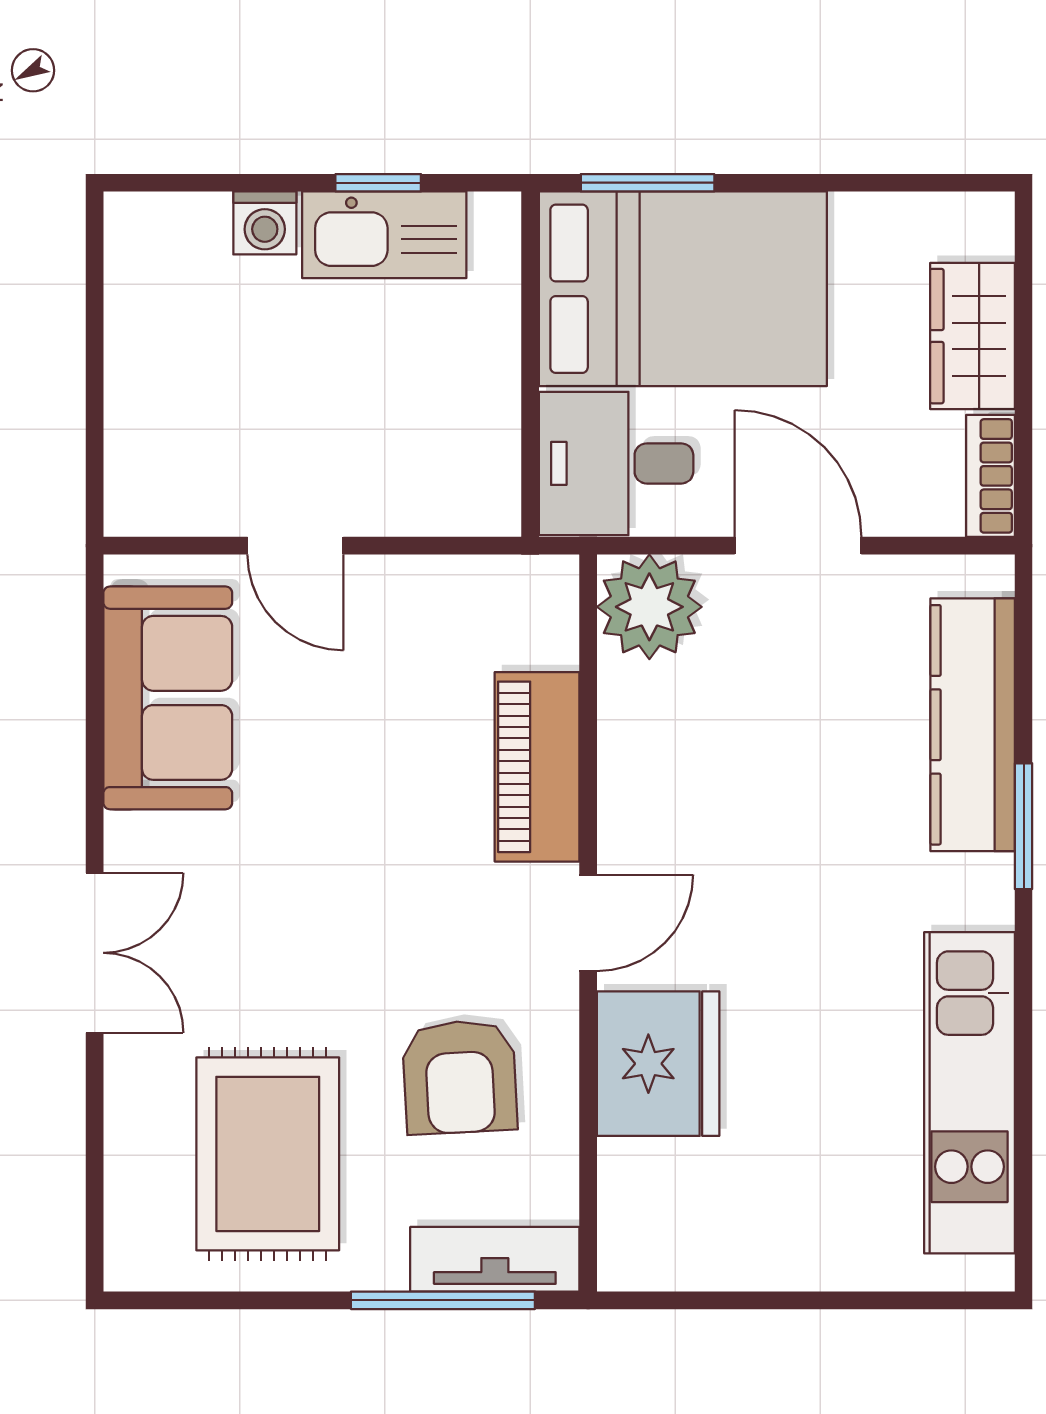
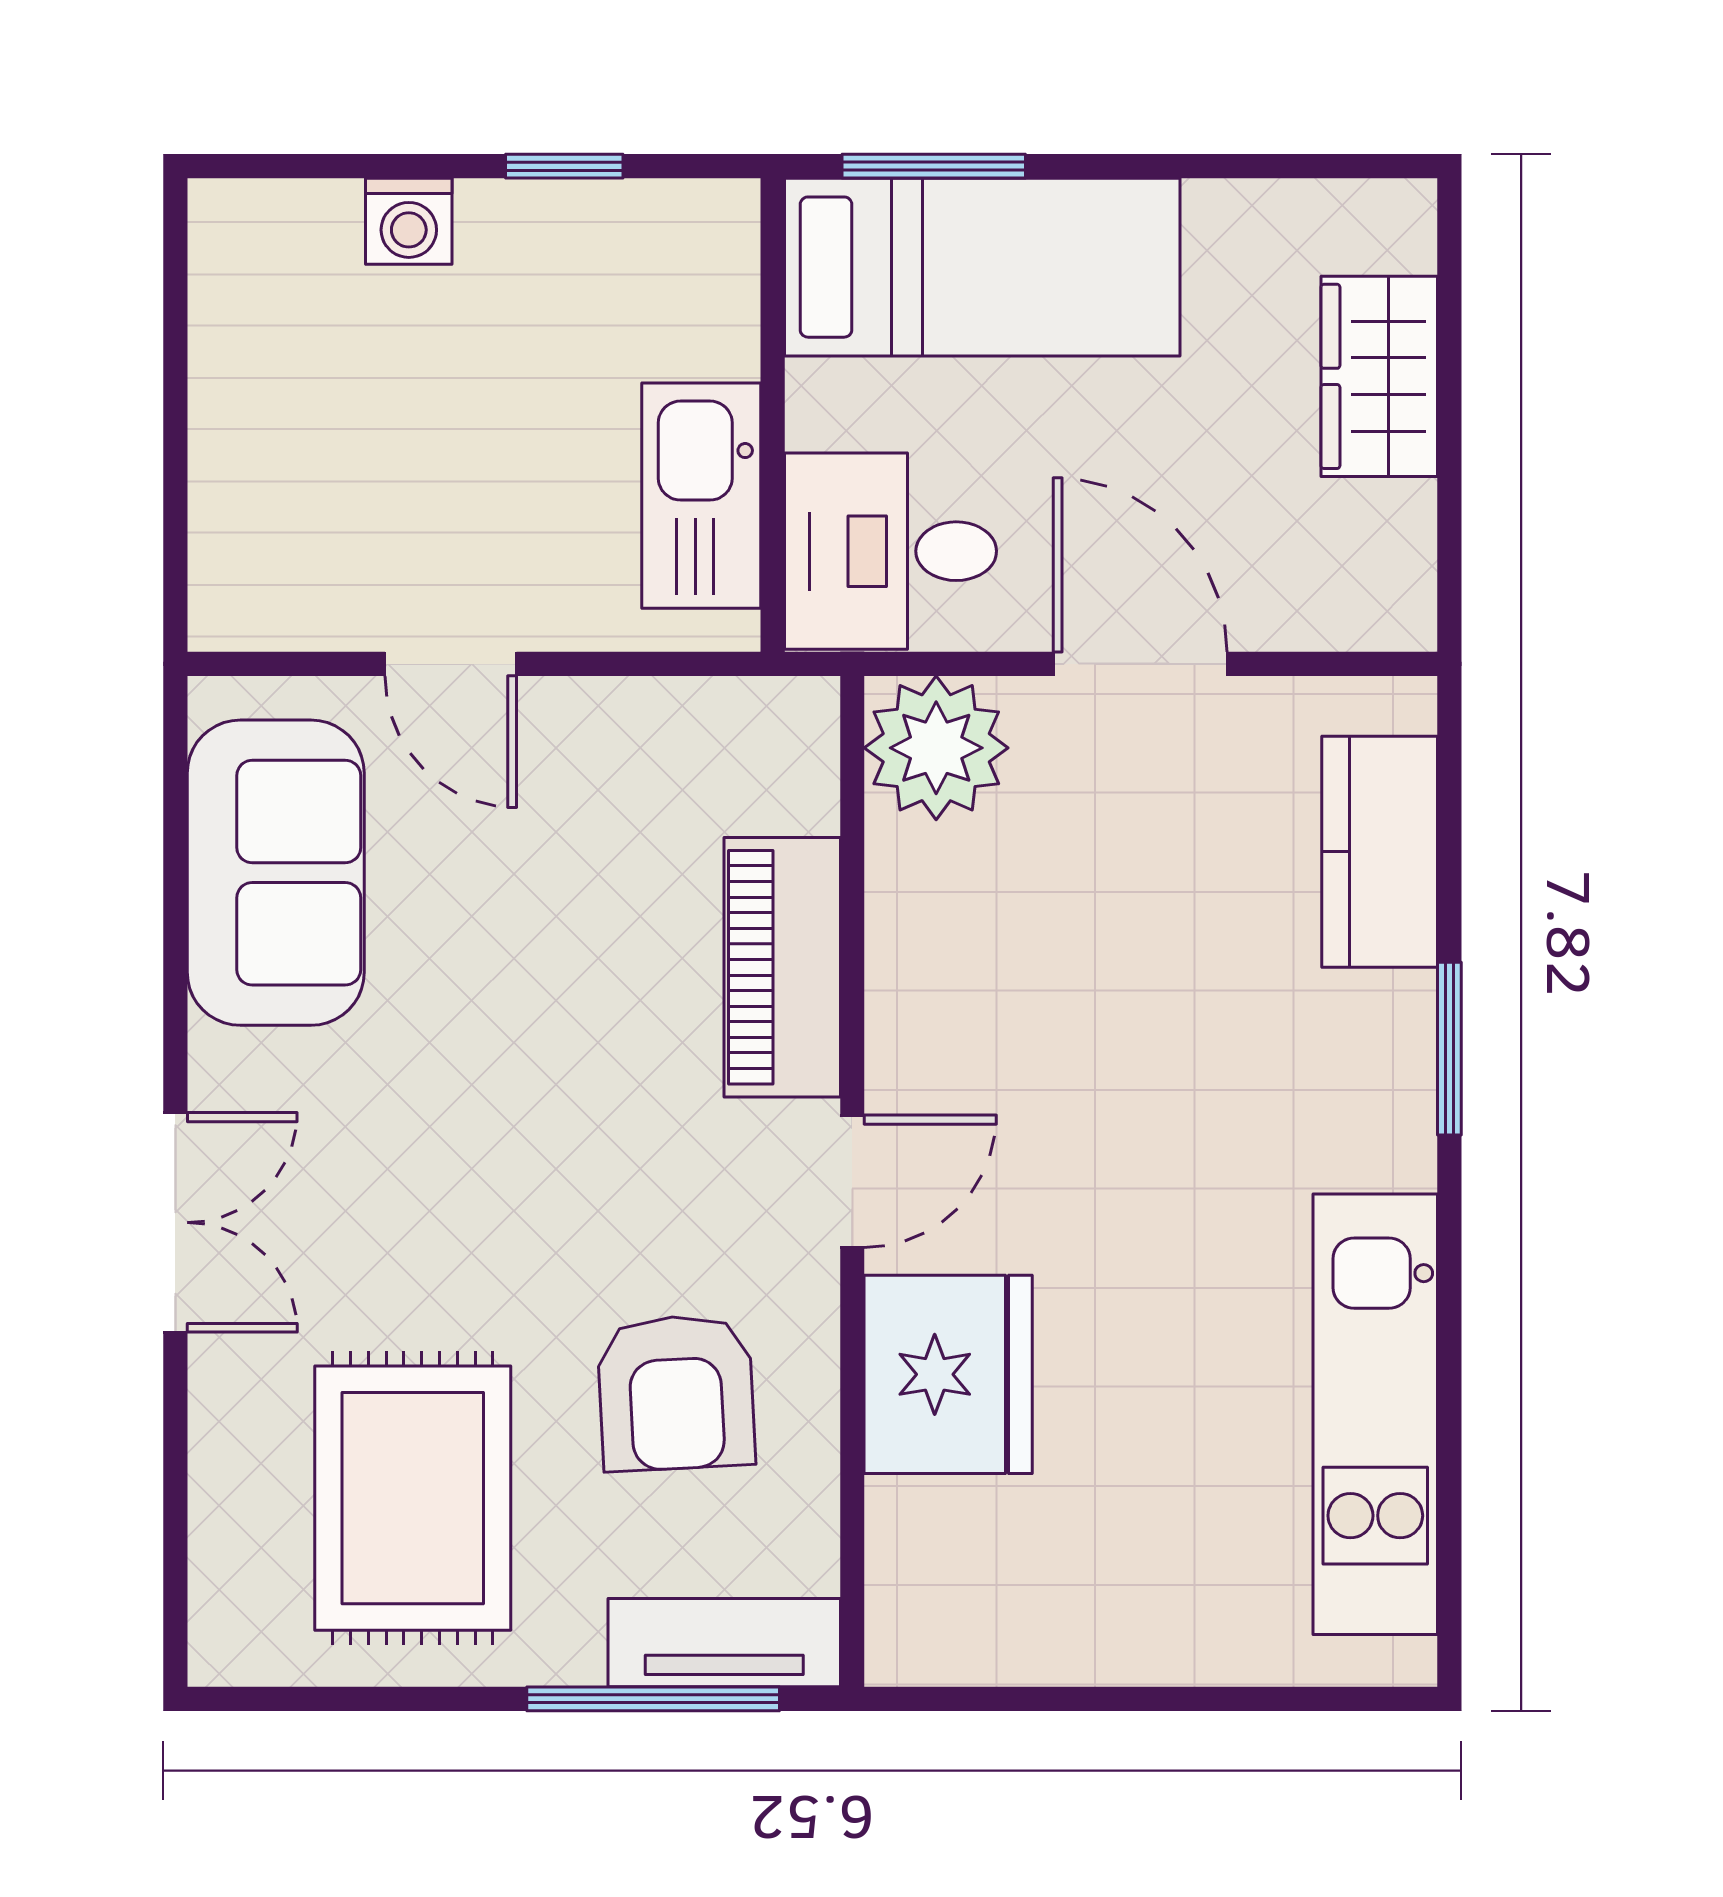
kitchen sink: (384, 235) -> (701, 496), moved, turned 90
bed: (683, 289) -> (982, 267), width x0.67
bookcase: (990, 476) -> (1404, 568), removed
kitchen counter: (973, 725) -> (1380, 852), width x0.67

